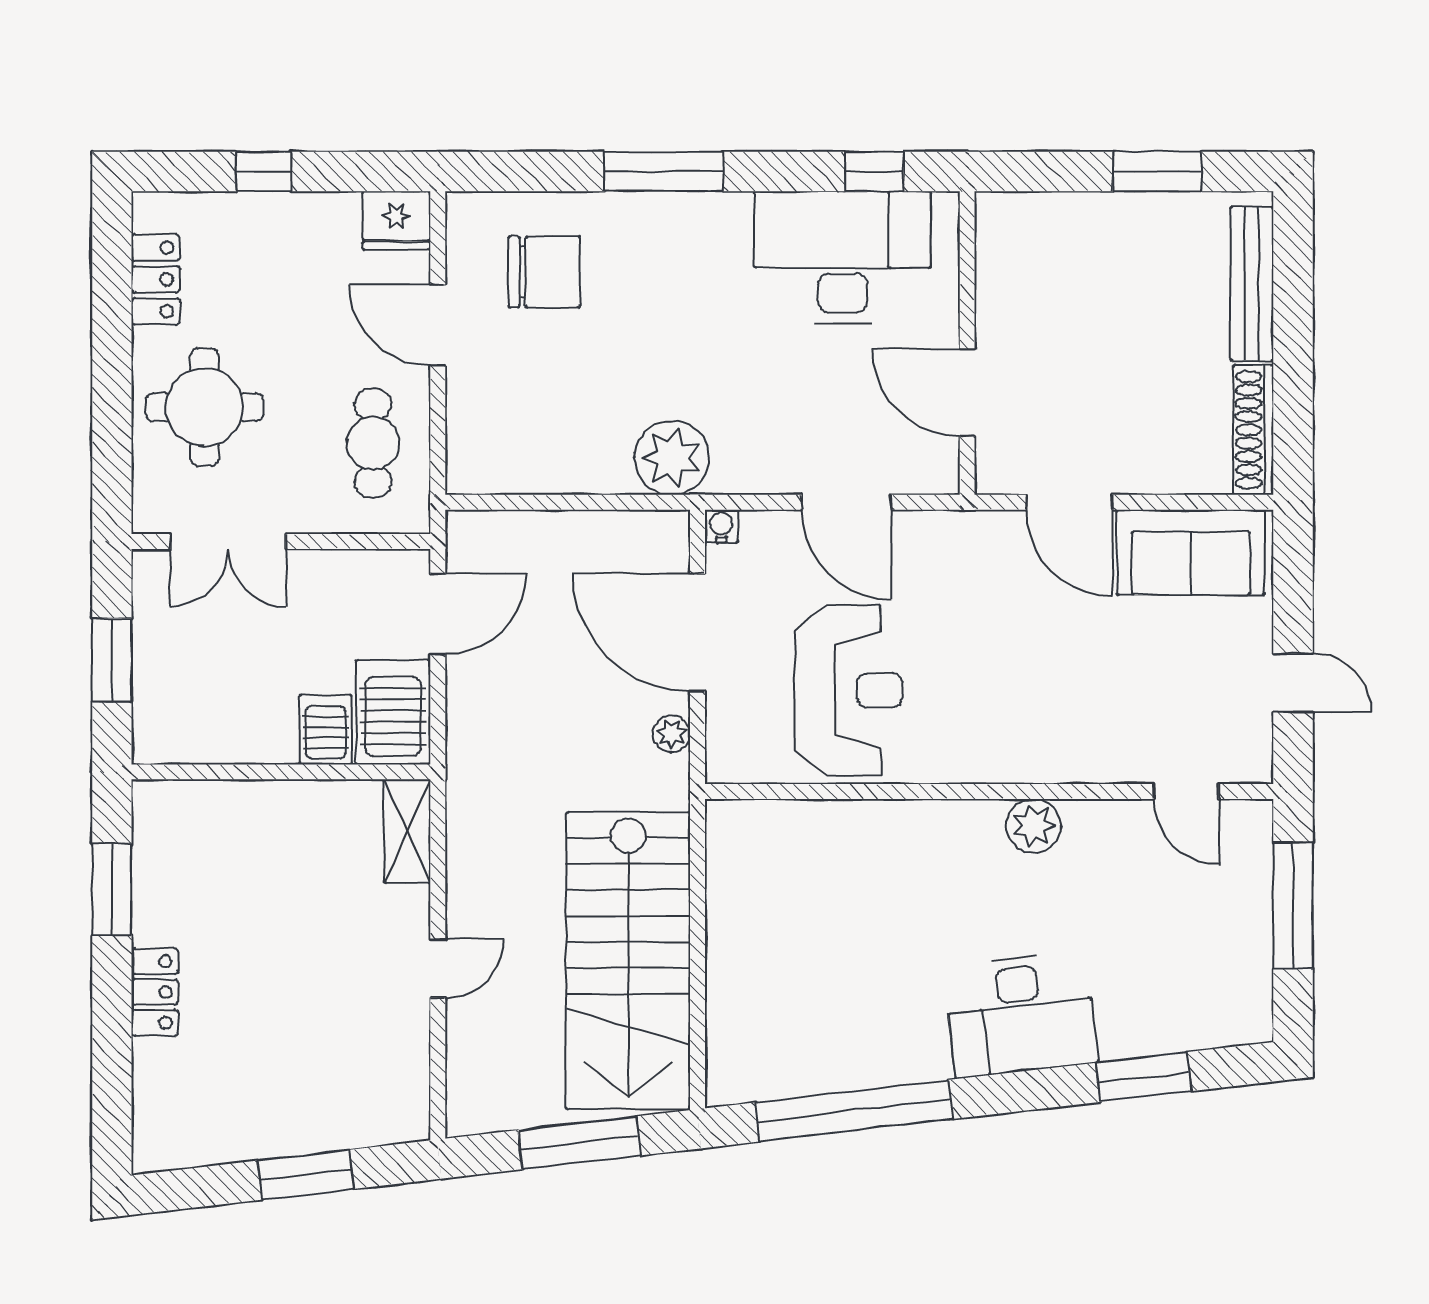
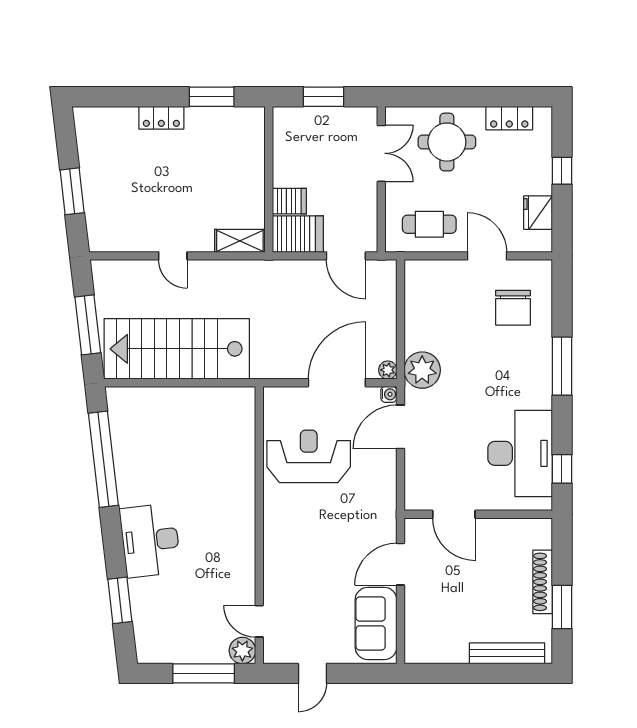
fridge: (396, 220) -> (538, 213), moved
door: (438, 325) -> (487, 256), hinge flipped
door: (967, 393) -> (454, 514), swing flipped
shoe rack: (1253, 430) -> (543, 582), moved, turned -90
door: (846, 502) -> (400, 427), moved
double door: (228, 542) -> (381, 153), swing flipped
reception desk: (848, 690) -> (309, 456), turned 180
plant: (672, 734) -> (388, 370), moved
door: (1186, 791) -> (259, 621), hinge flipped
plant: (1034, 826) -> (242, 651), moved

